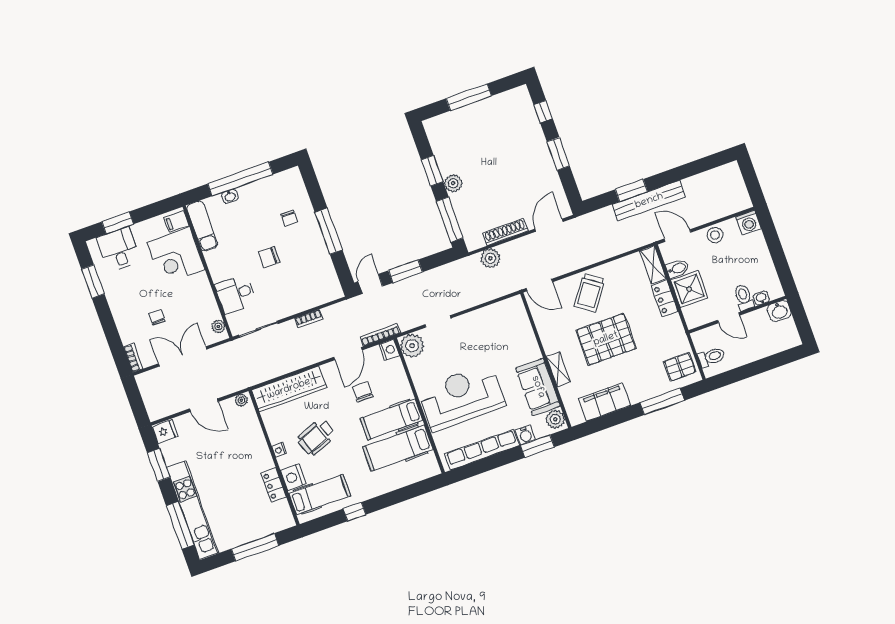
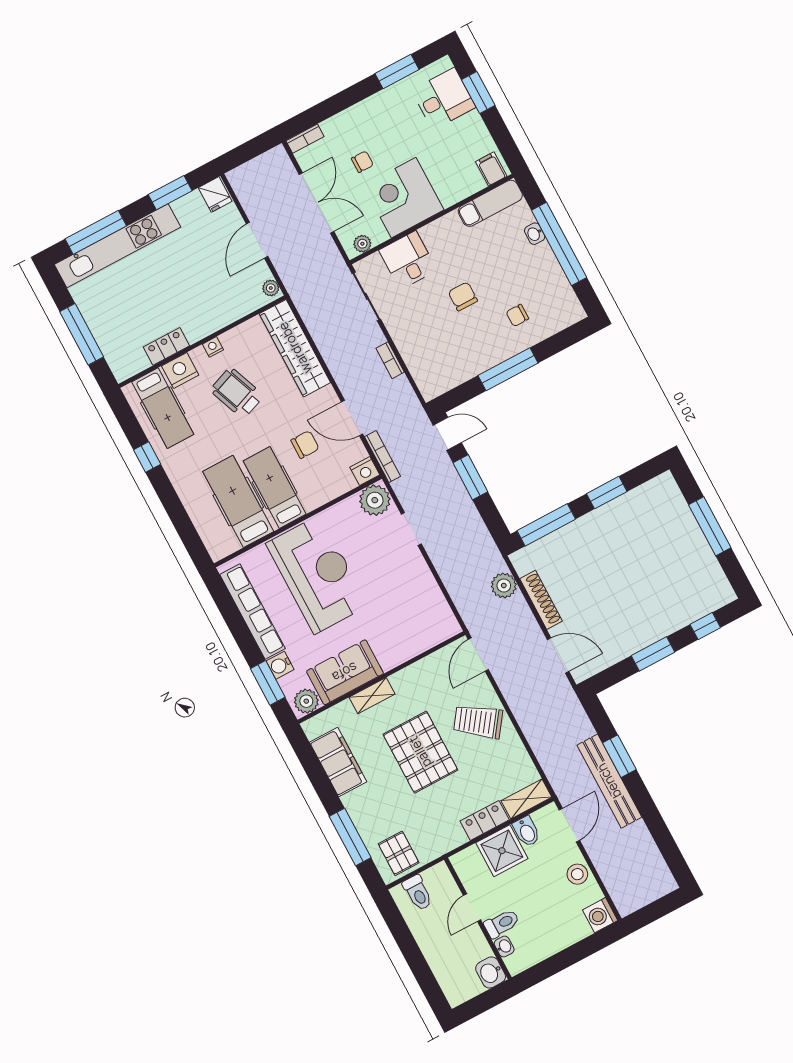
plant: (453, 183) -> (595, 522), removed
corner desk: (176, 256) -> (404, 198), moved

